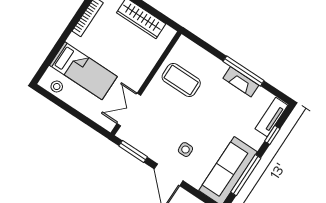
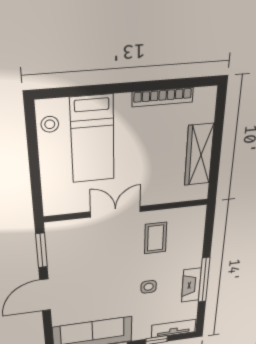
coffee table: (181, 80) -> (156, 238), width x0.73, depth x0.77
double door: (129, 109) -> (115, 212), moved
side table: (185, 150) -> (149, 287), moved

